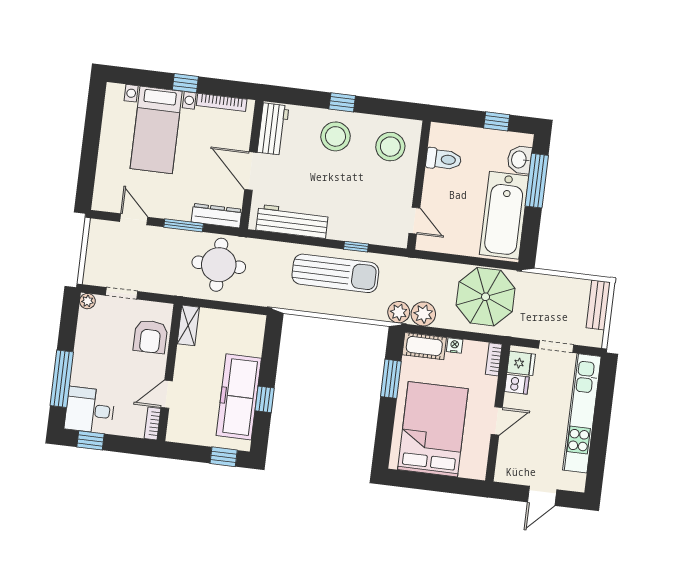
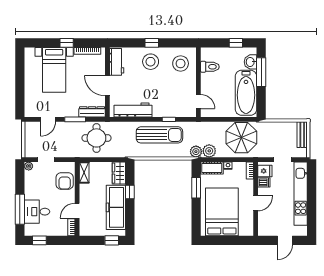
door: (134, 219) -> (48, 119), swing flipped
wardrobe: (252, 334) -> (119, 173), added
window: (265, 399) -> (130, 192), moved
desk: (90, 410) -> (37, 212), moved

